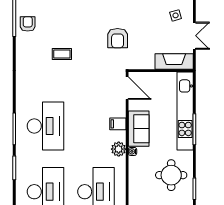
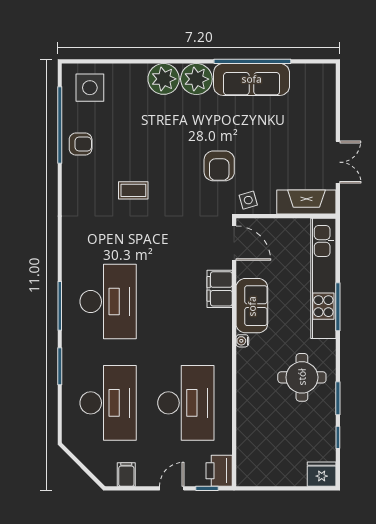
side table: (176, 15) -> (248, 200), moved
armchair: (28, 24) -> (81, 144), turned 90
filing cabinet: (118, 124) -> (220, 289), width x2.00
plant: (119, 149) -> (221, 337), removed

